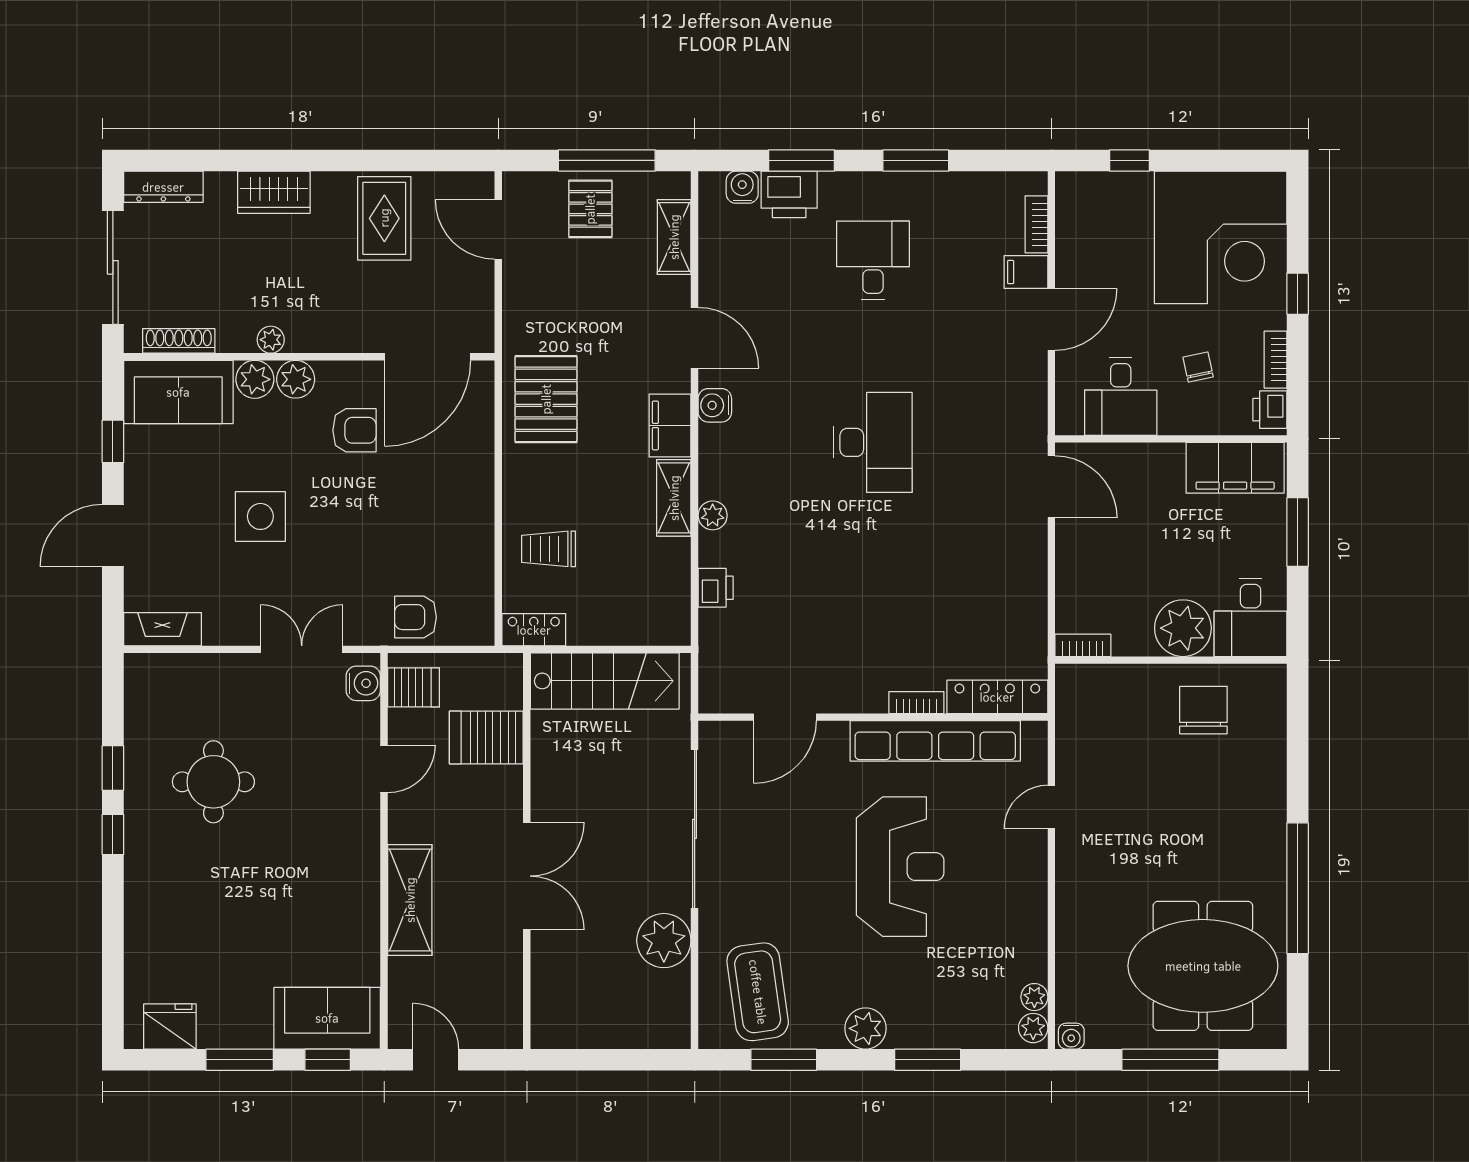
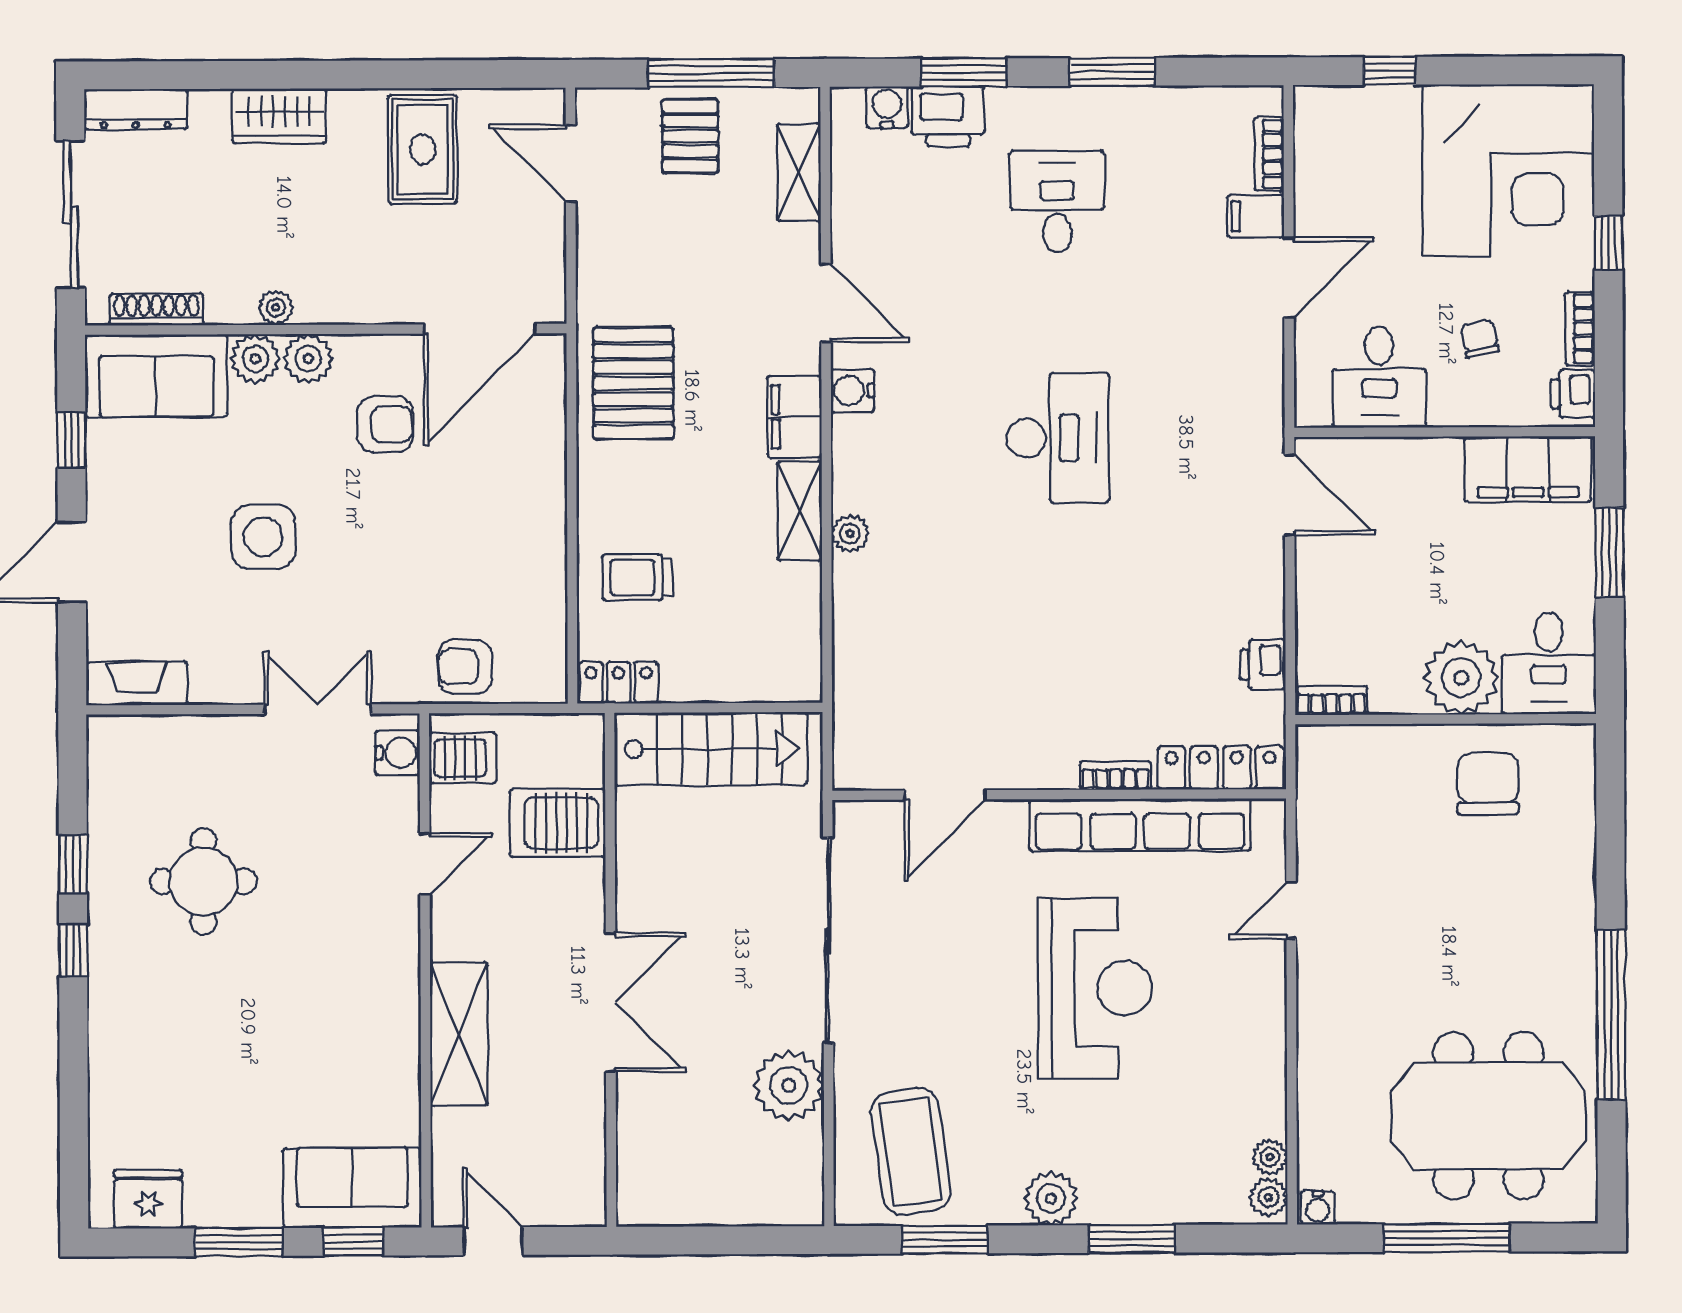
printer: (716, 588) -> (1263, 665), moved, turned 180

